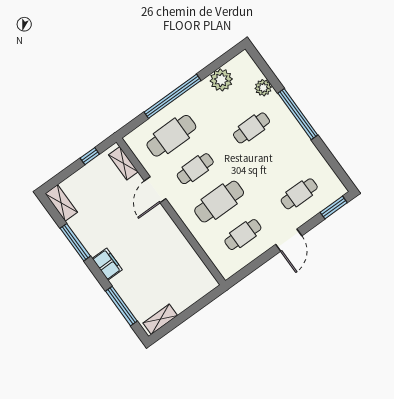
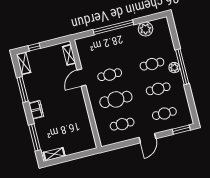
plant: (263, 88) -> (174, 68), moved
cafe table: (171, 136) -> (158, 89), moved, width x0.73, depth x0.74
window: (90, 156) -> (34, 47), moved

